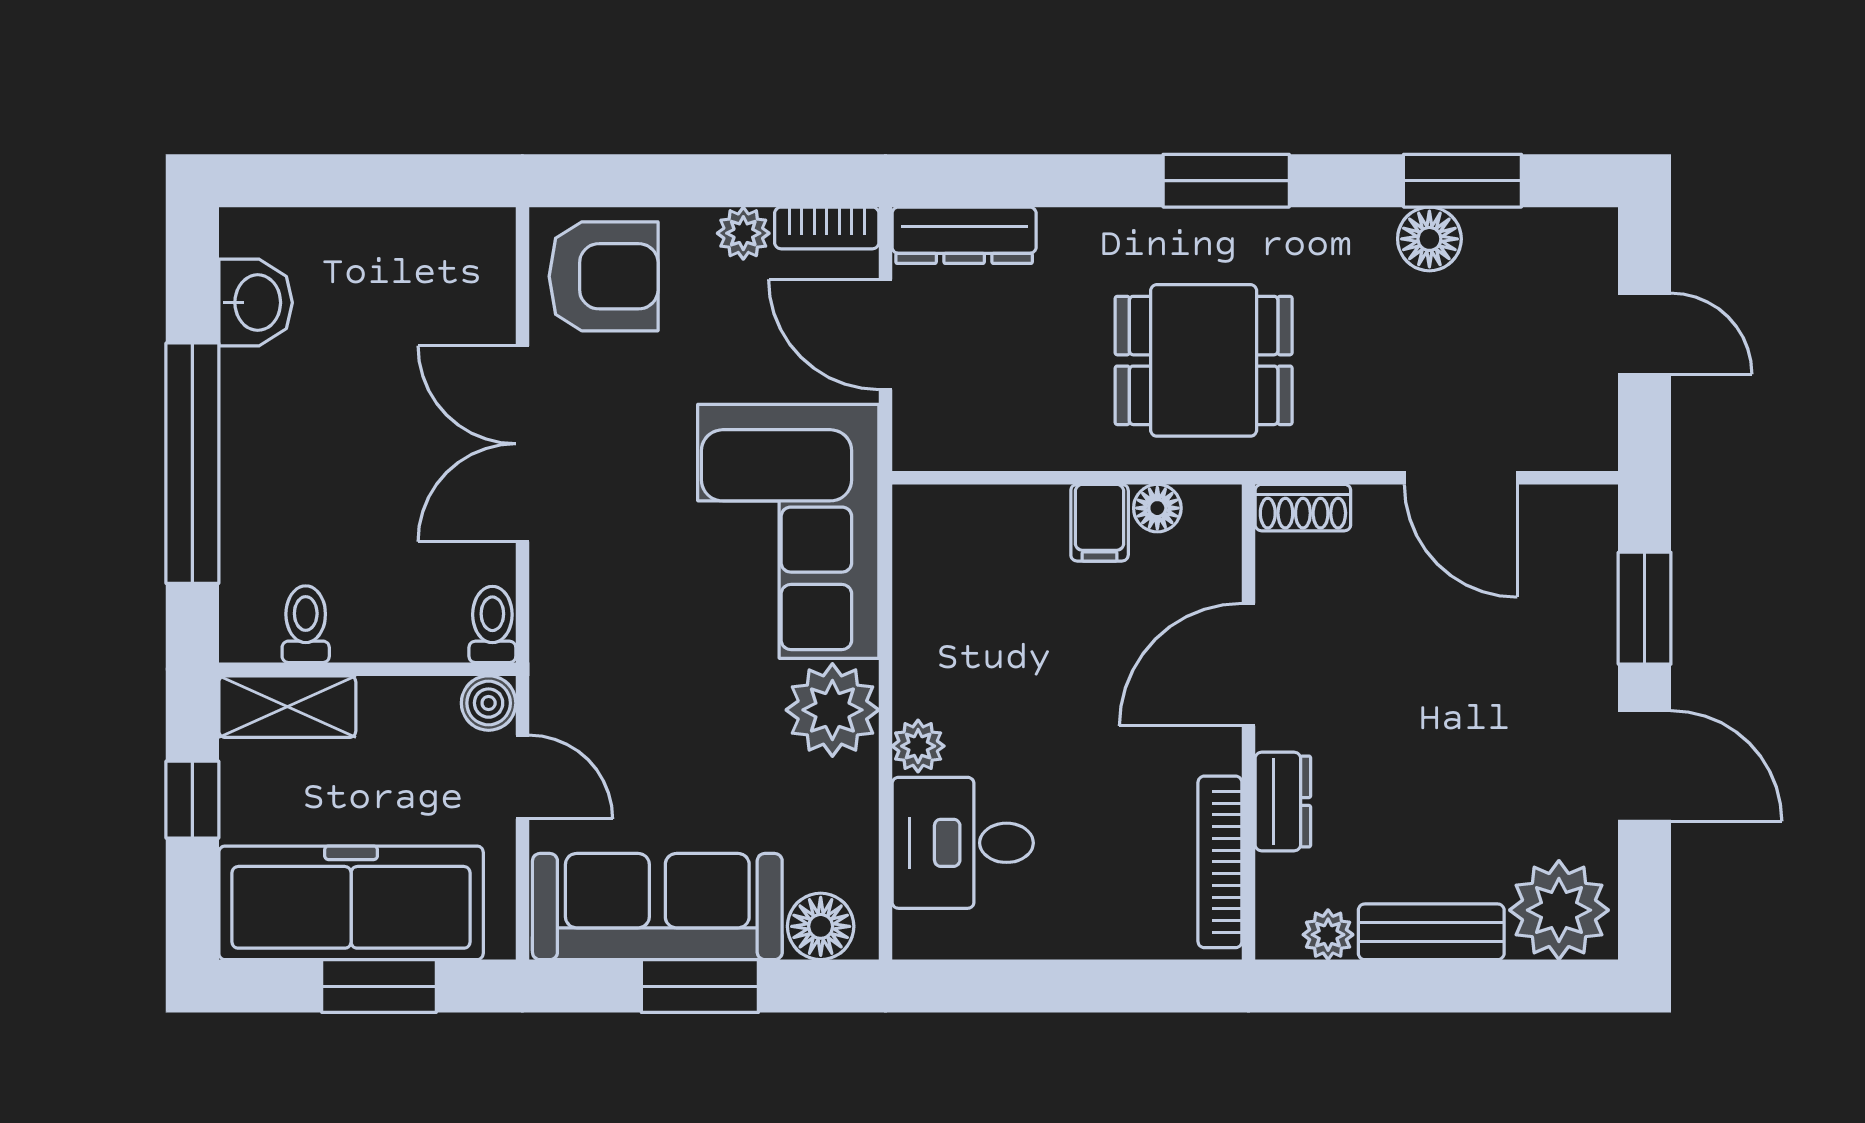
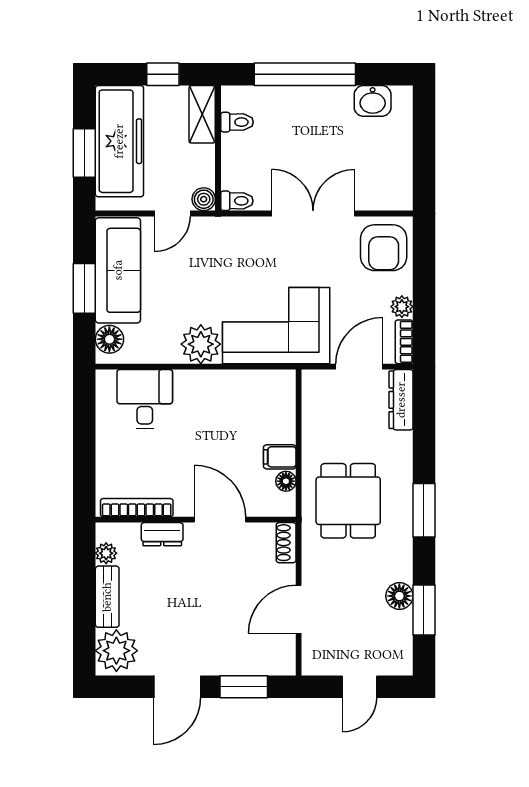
plant: (918, 746) -> (186, 380), removed

